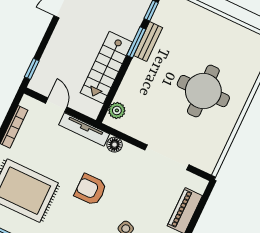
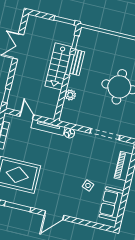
stairs: (106, 68) -> (58, 66), moved
plant: (117, 110) -> (70, 95), moved
armchair: (91, 190) -> (60, 165), removed

